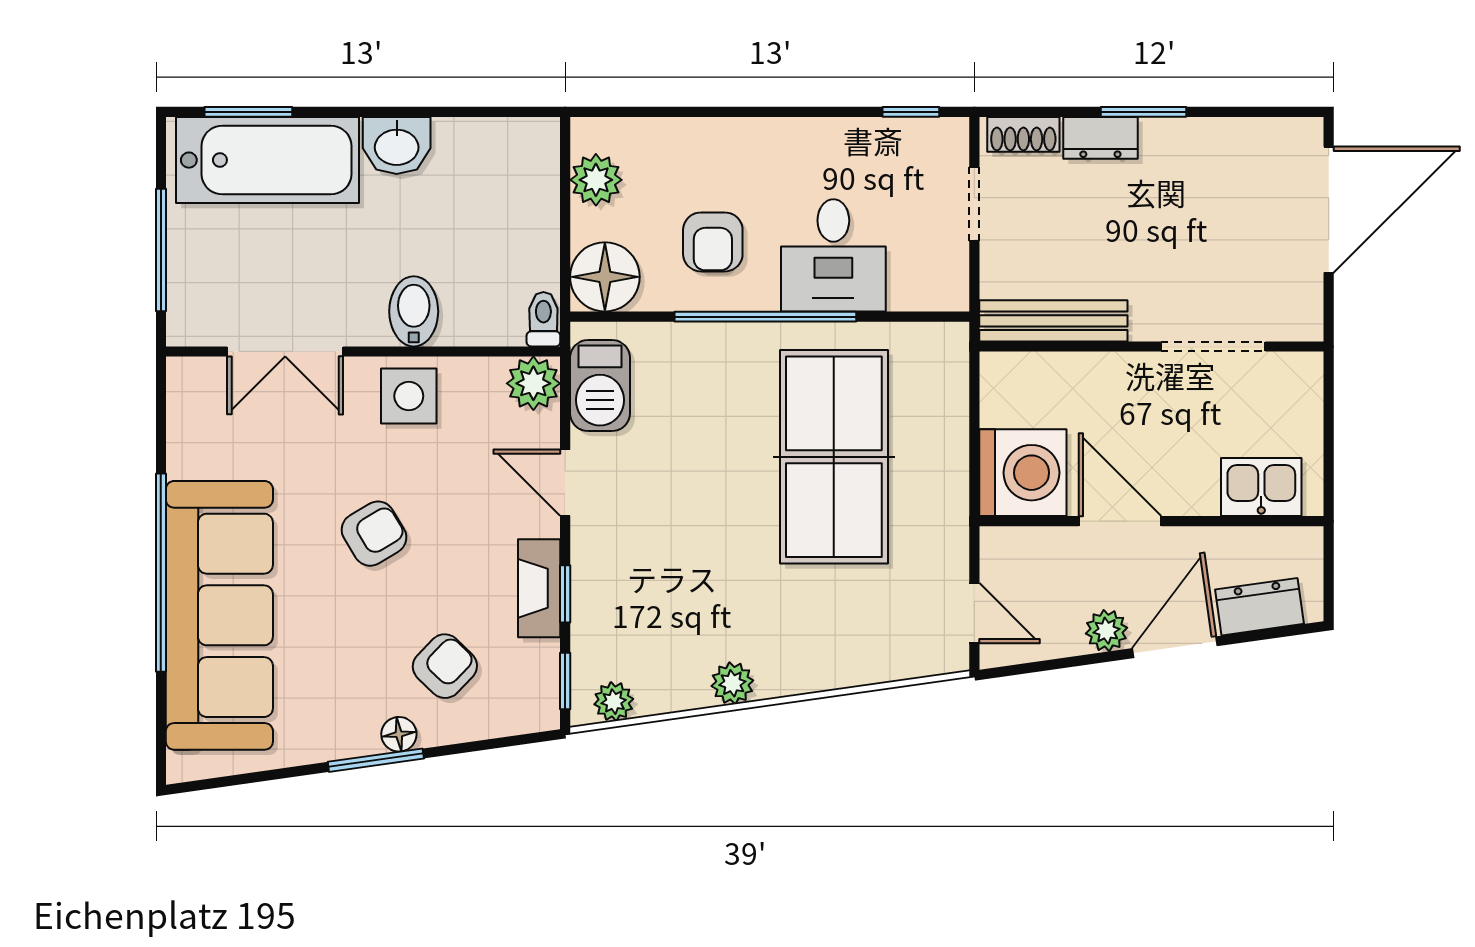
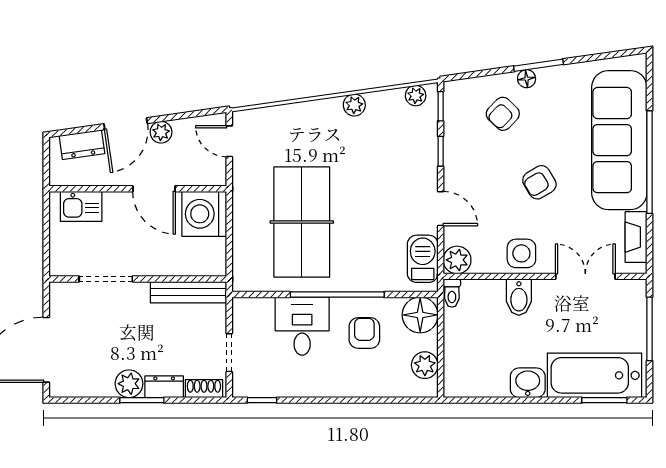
plant: (1168, 144) -> (129, 384), added
fireplace: (539, 588) -> (636, 237), moved, turned 180

